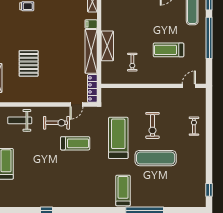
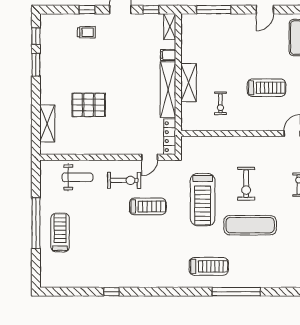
treadmill: (169, 50) -> (266, 88), turned 180
pallet: (29, 63) -> (89, 105), turned 90
weight bench: (20, 120) -> (77, 177), turned 180
treadmill: (118, 138) -> (203, 200), turned 180
treadmill: (123, 190) -> (209, 266), turned 90

